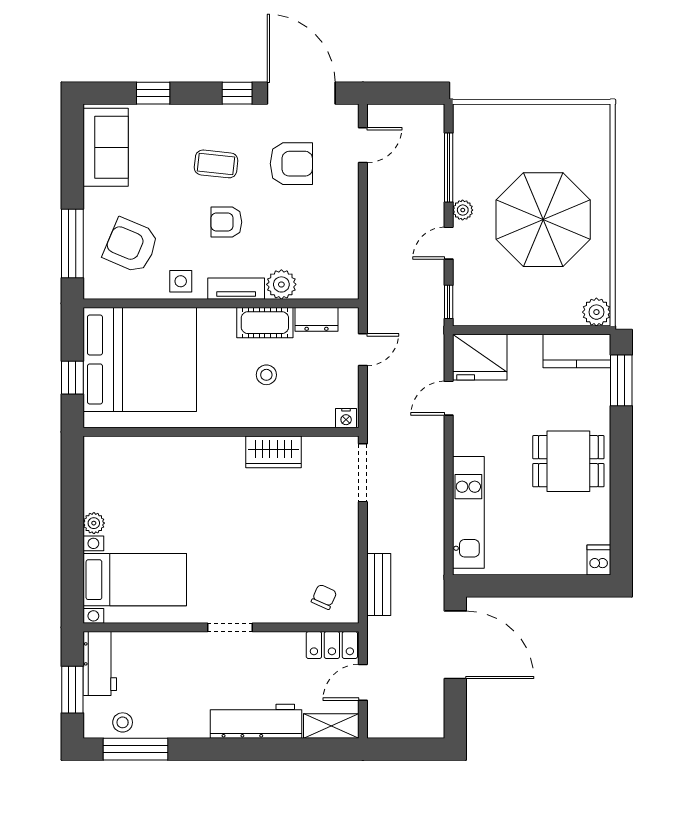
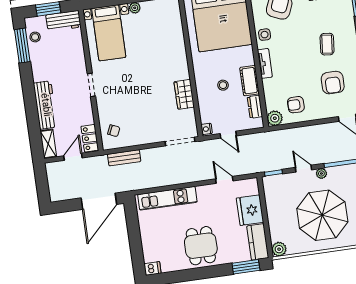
armchair: (226, 222) -> (296, 105), moved, turned -90
plant: (281, 284) -> (275, 118), moved
door: (363, 350) -> (228, 135), moved
fridge: (480, 357) -> (250, 210), moved
door: (363, 682) -> (73, 157), hinge flipped

